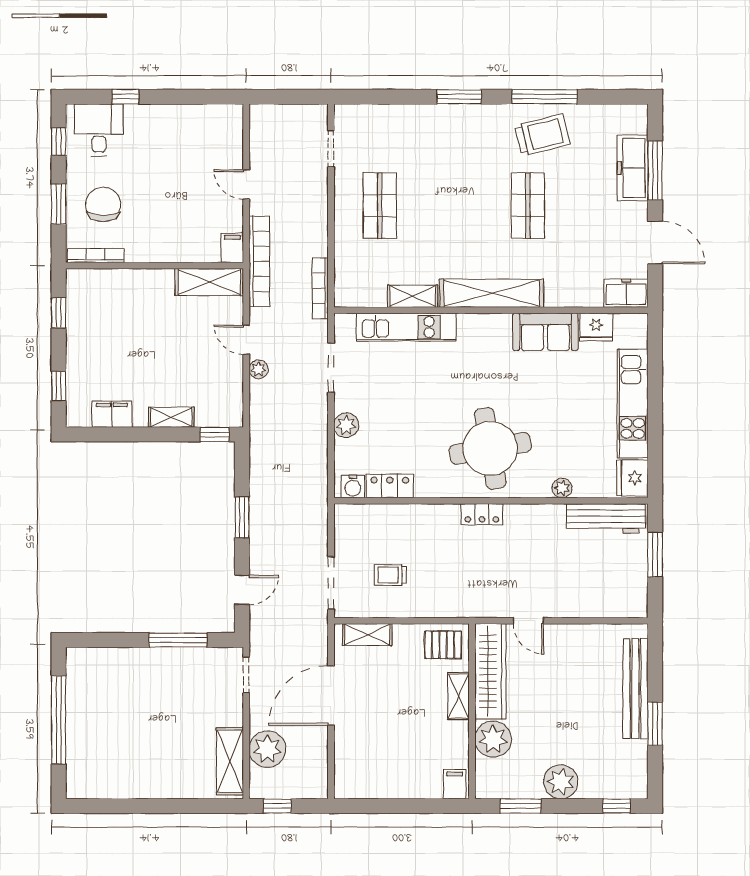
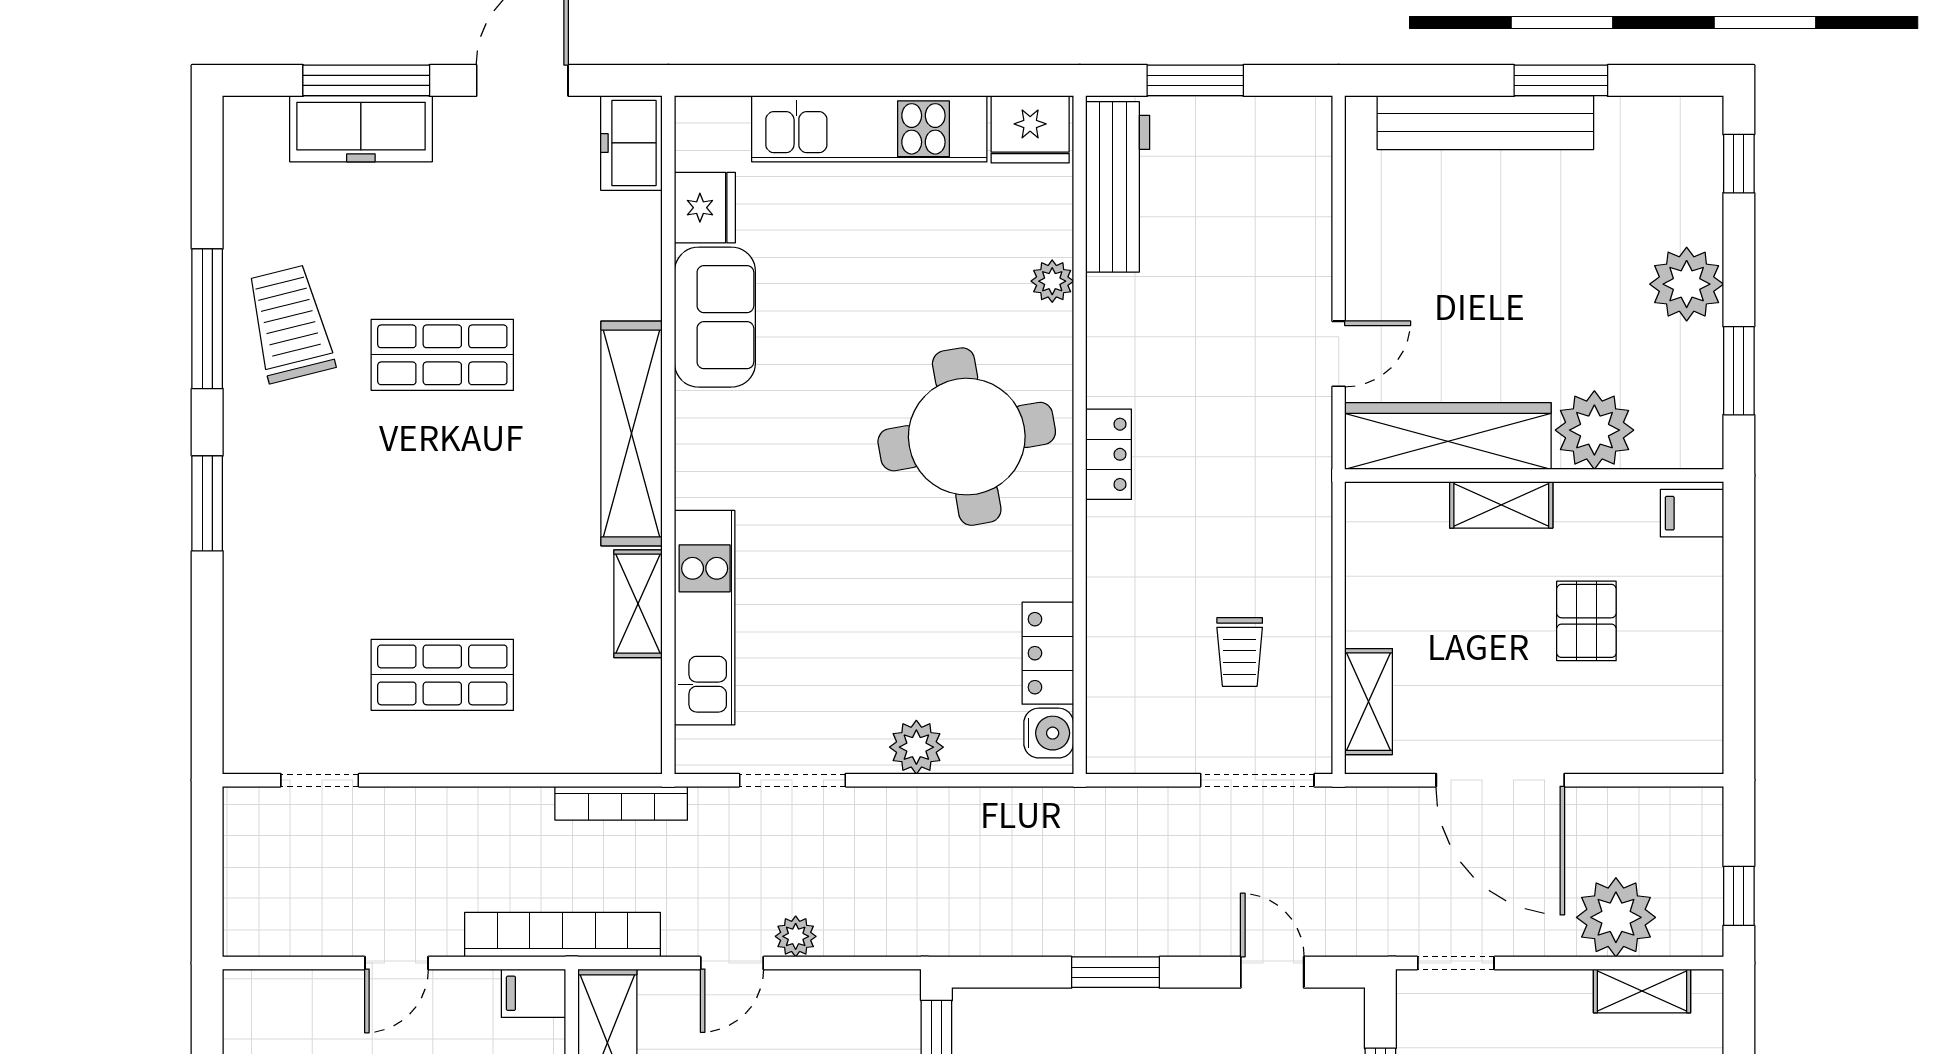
pallet: (443, 645) -> (1586, 621), moved
shelving: (230, 761) -> (1642, 991), width x0.67, depth x0.75

